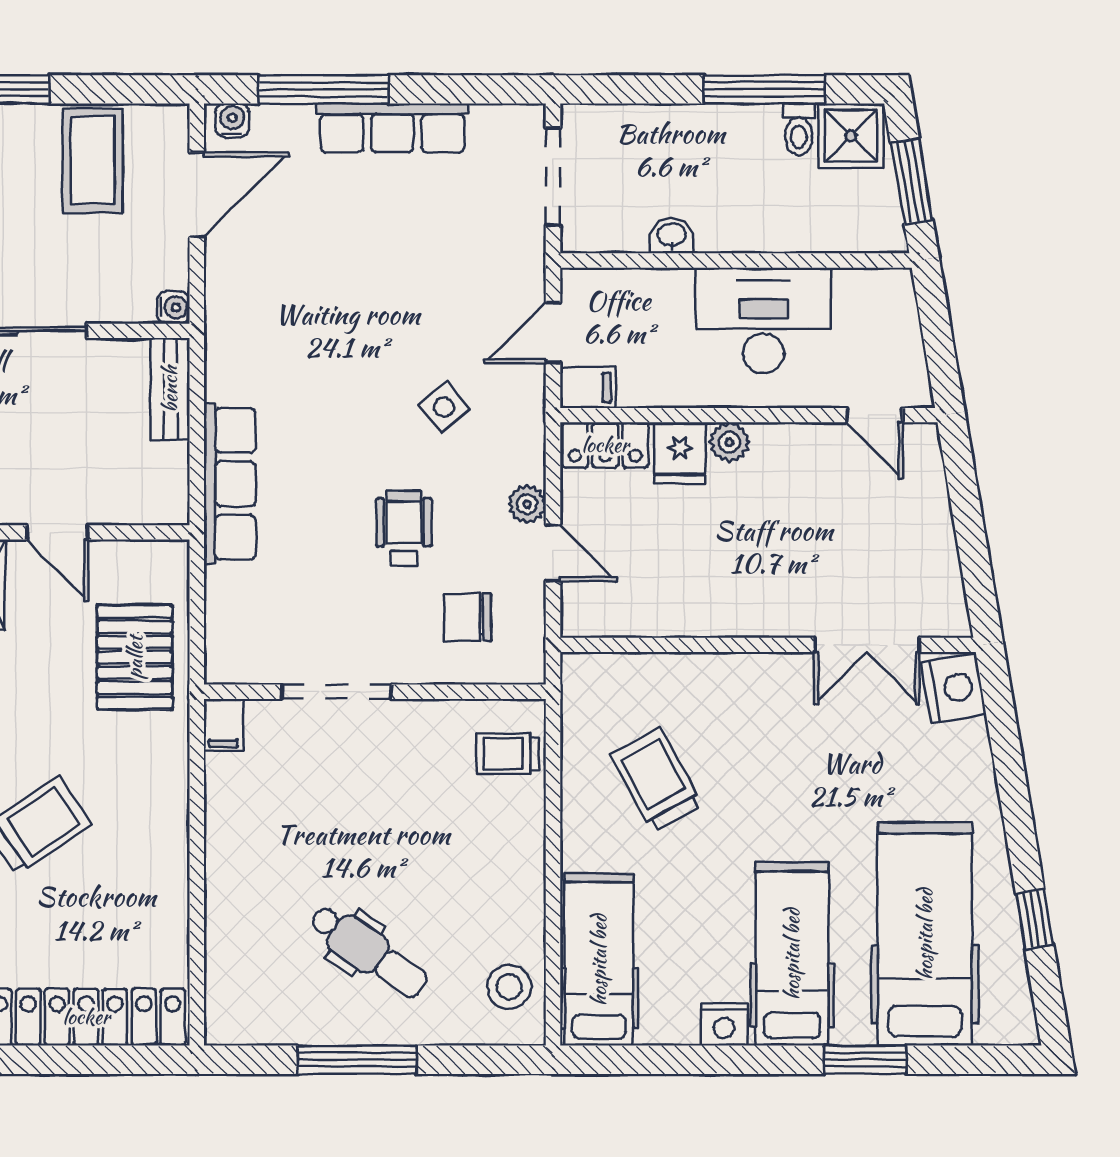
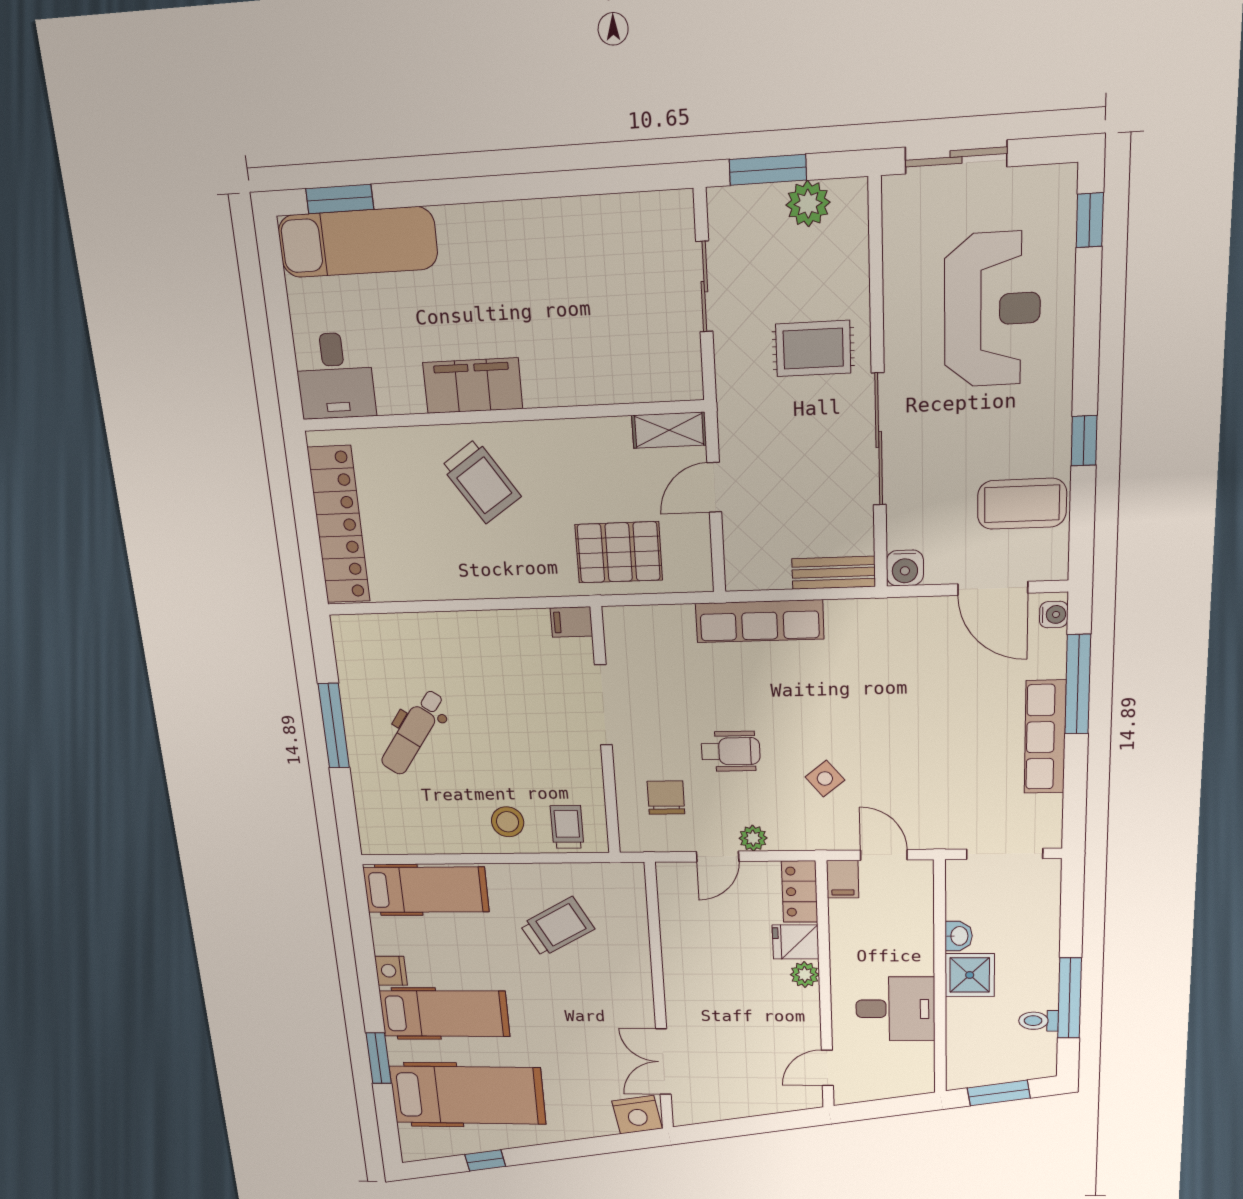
shower: (851, 136) -> (970, 975), moved
water cooler: (173, 307) -> (905, 568), width x1.38, depth x1.38
desk: (763, 321) -> (895, 1009), width x0.73
stool: (509, 987) -> (508, 822), moved

